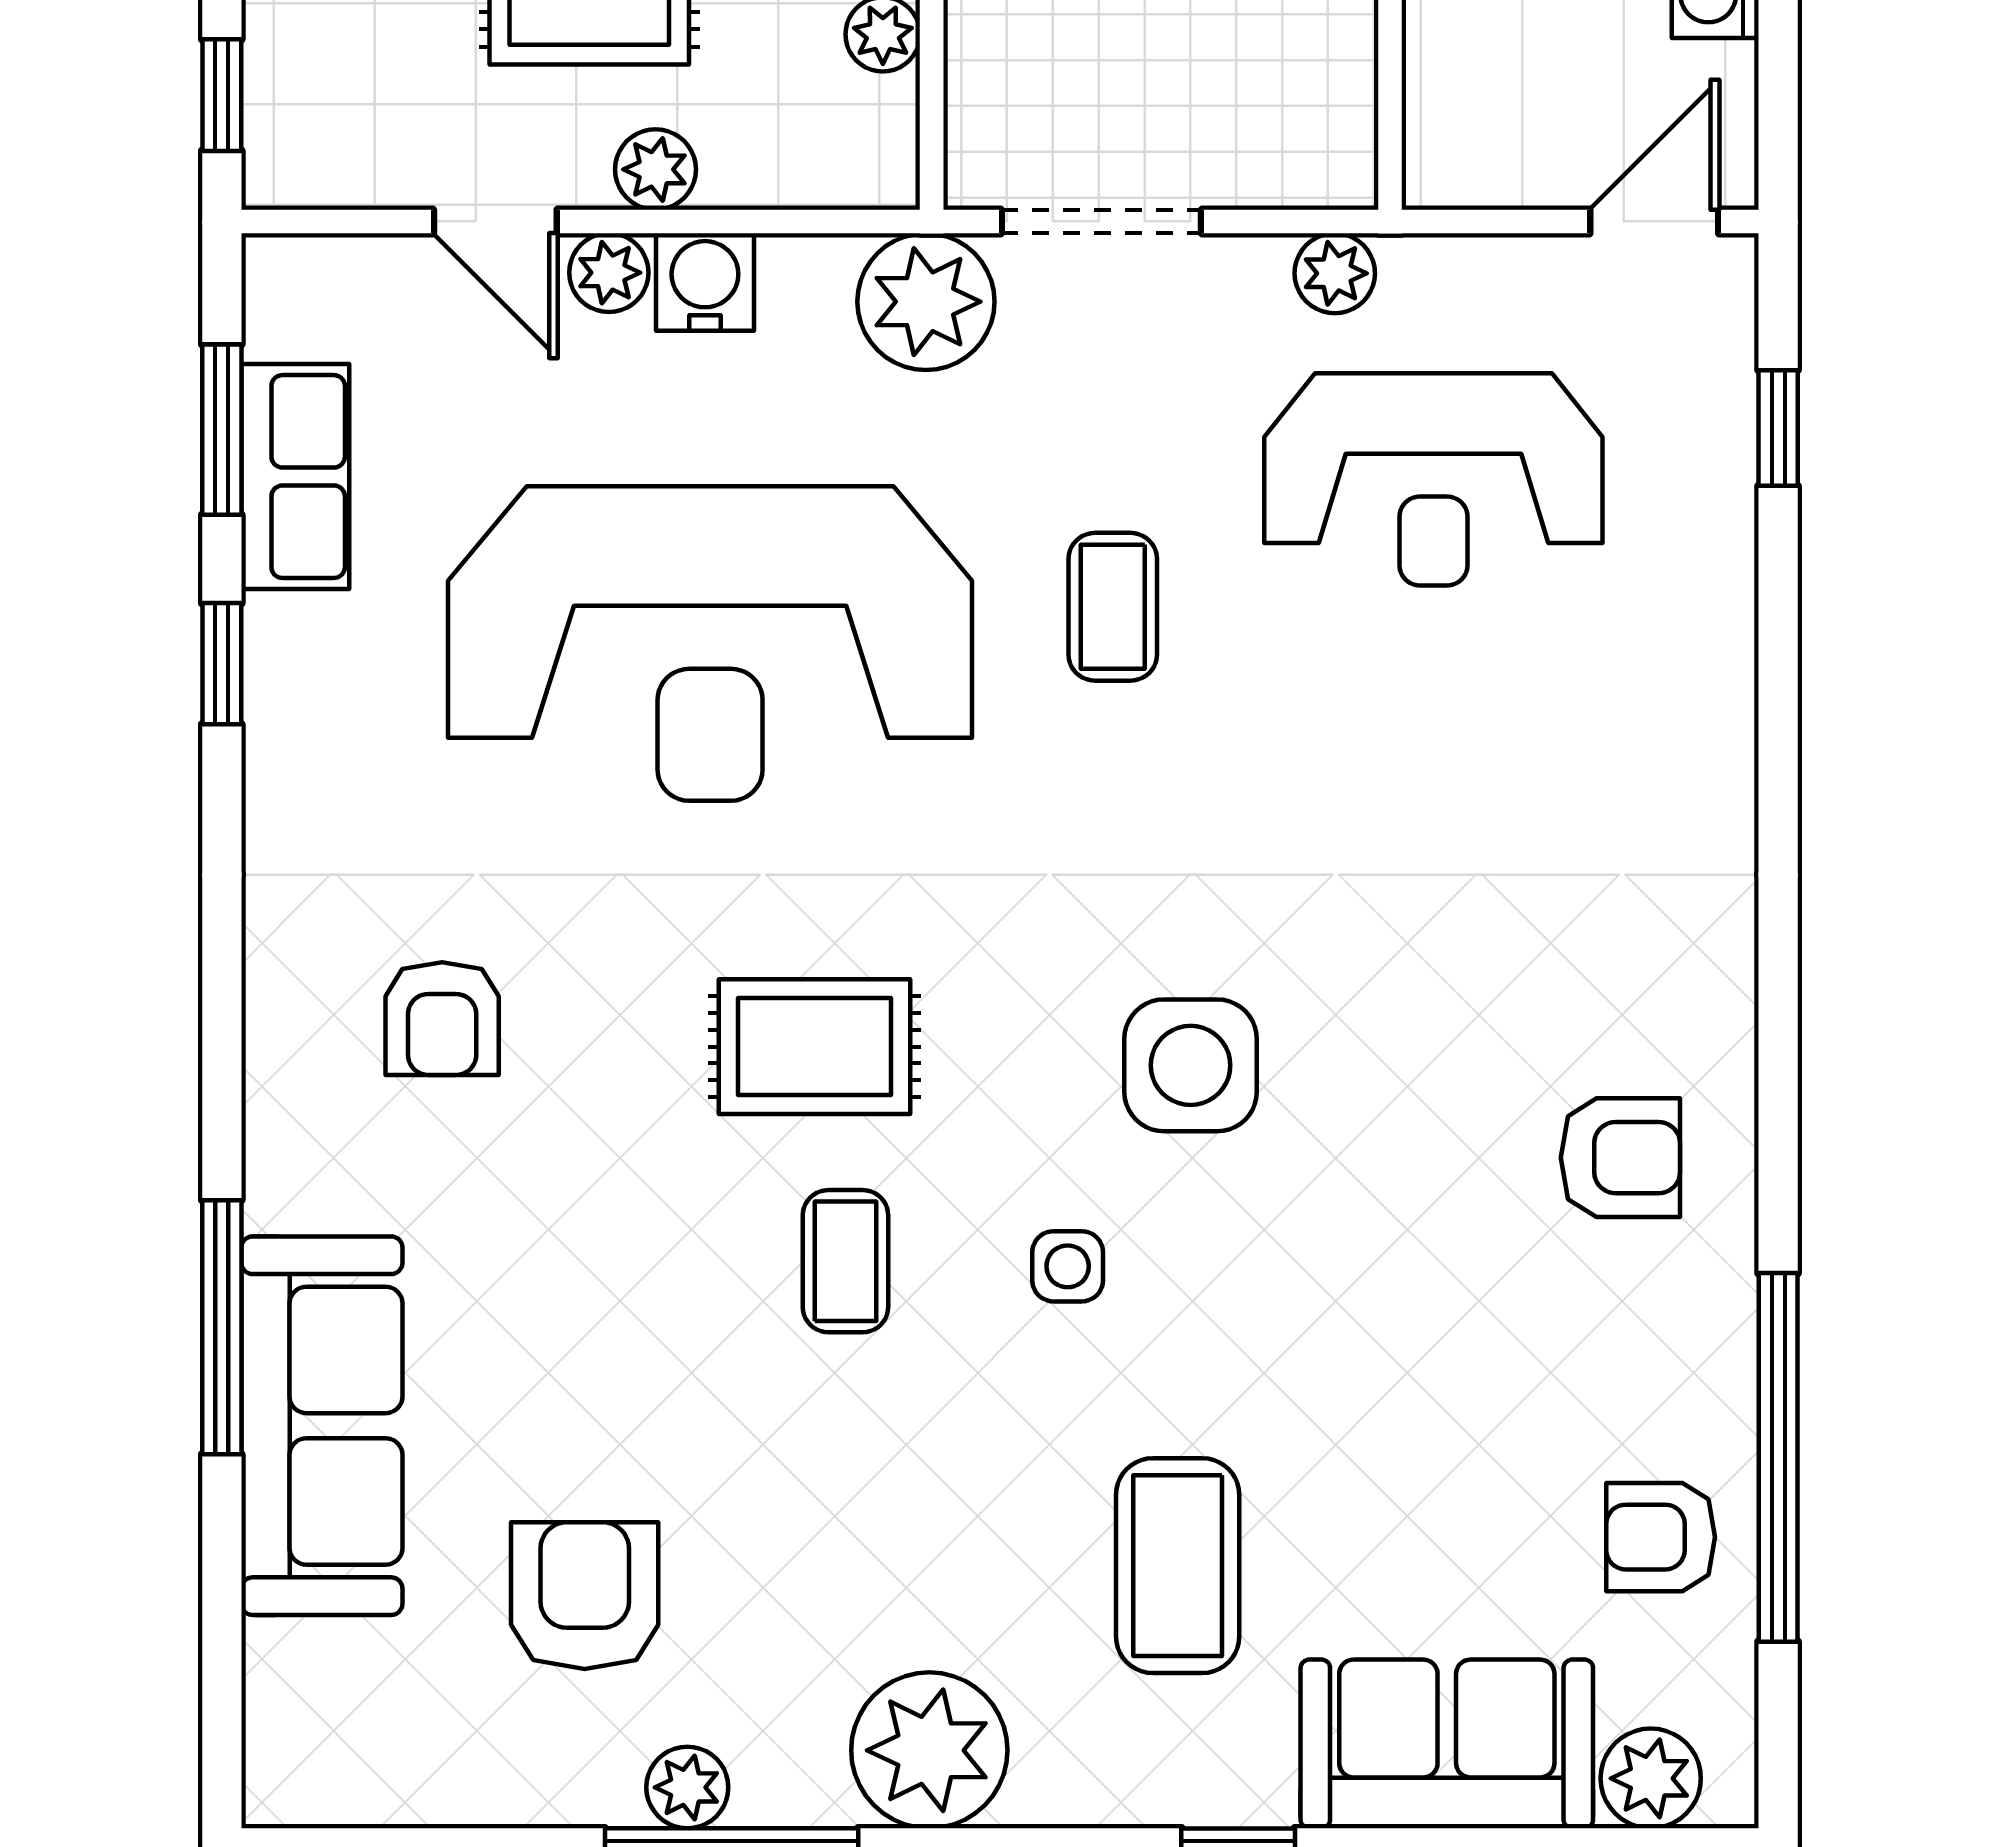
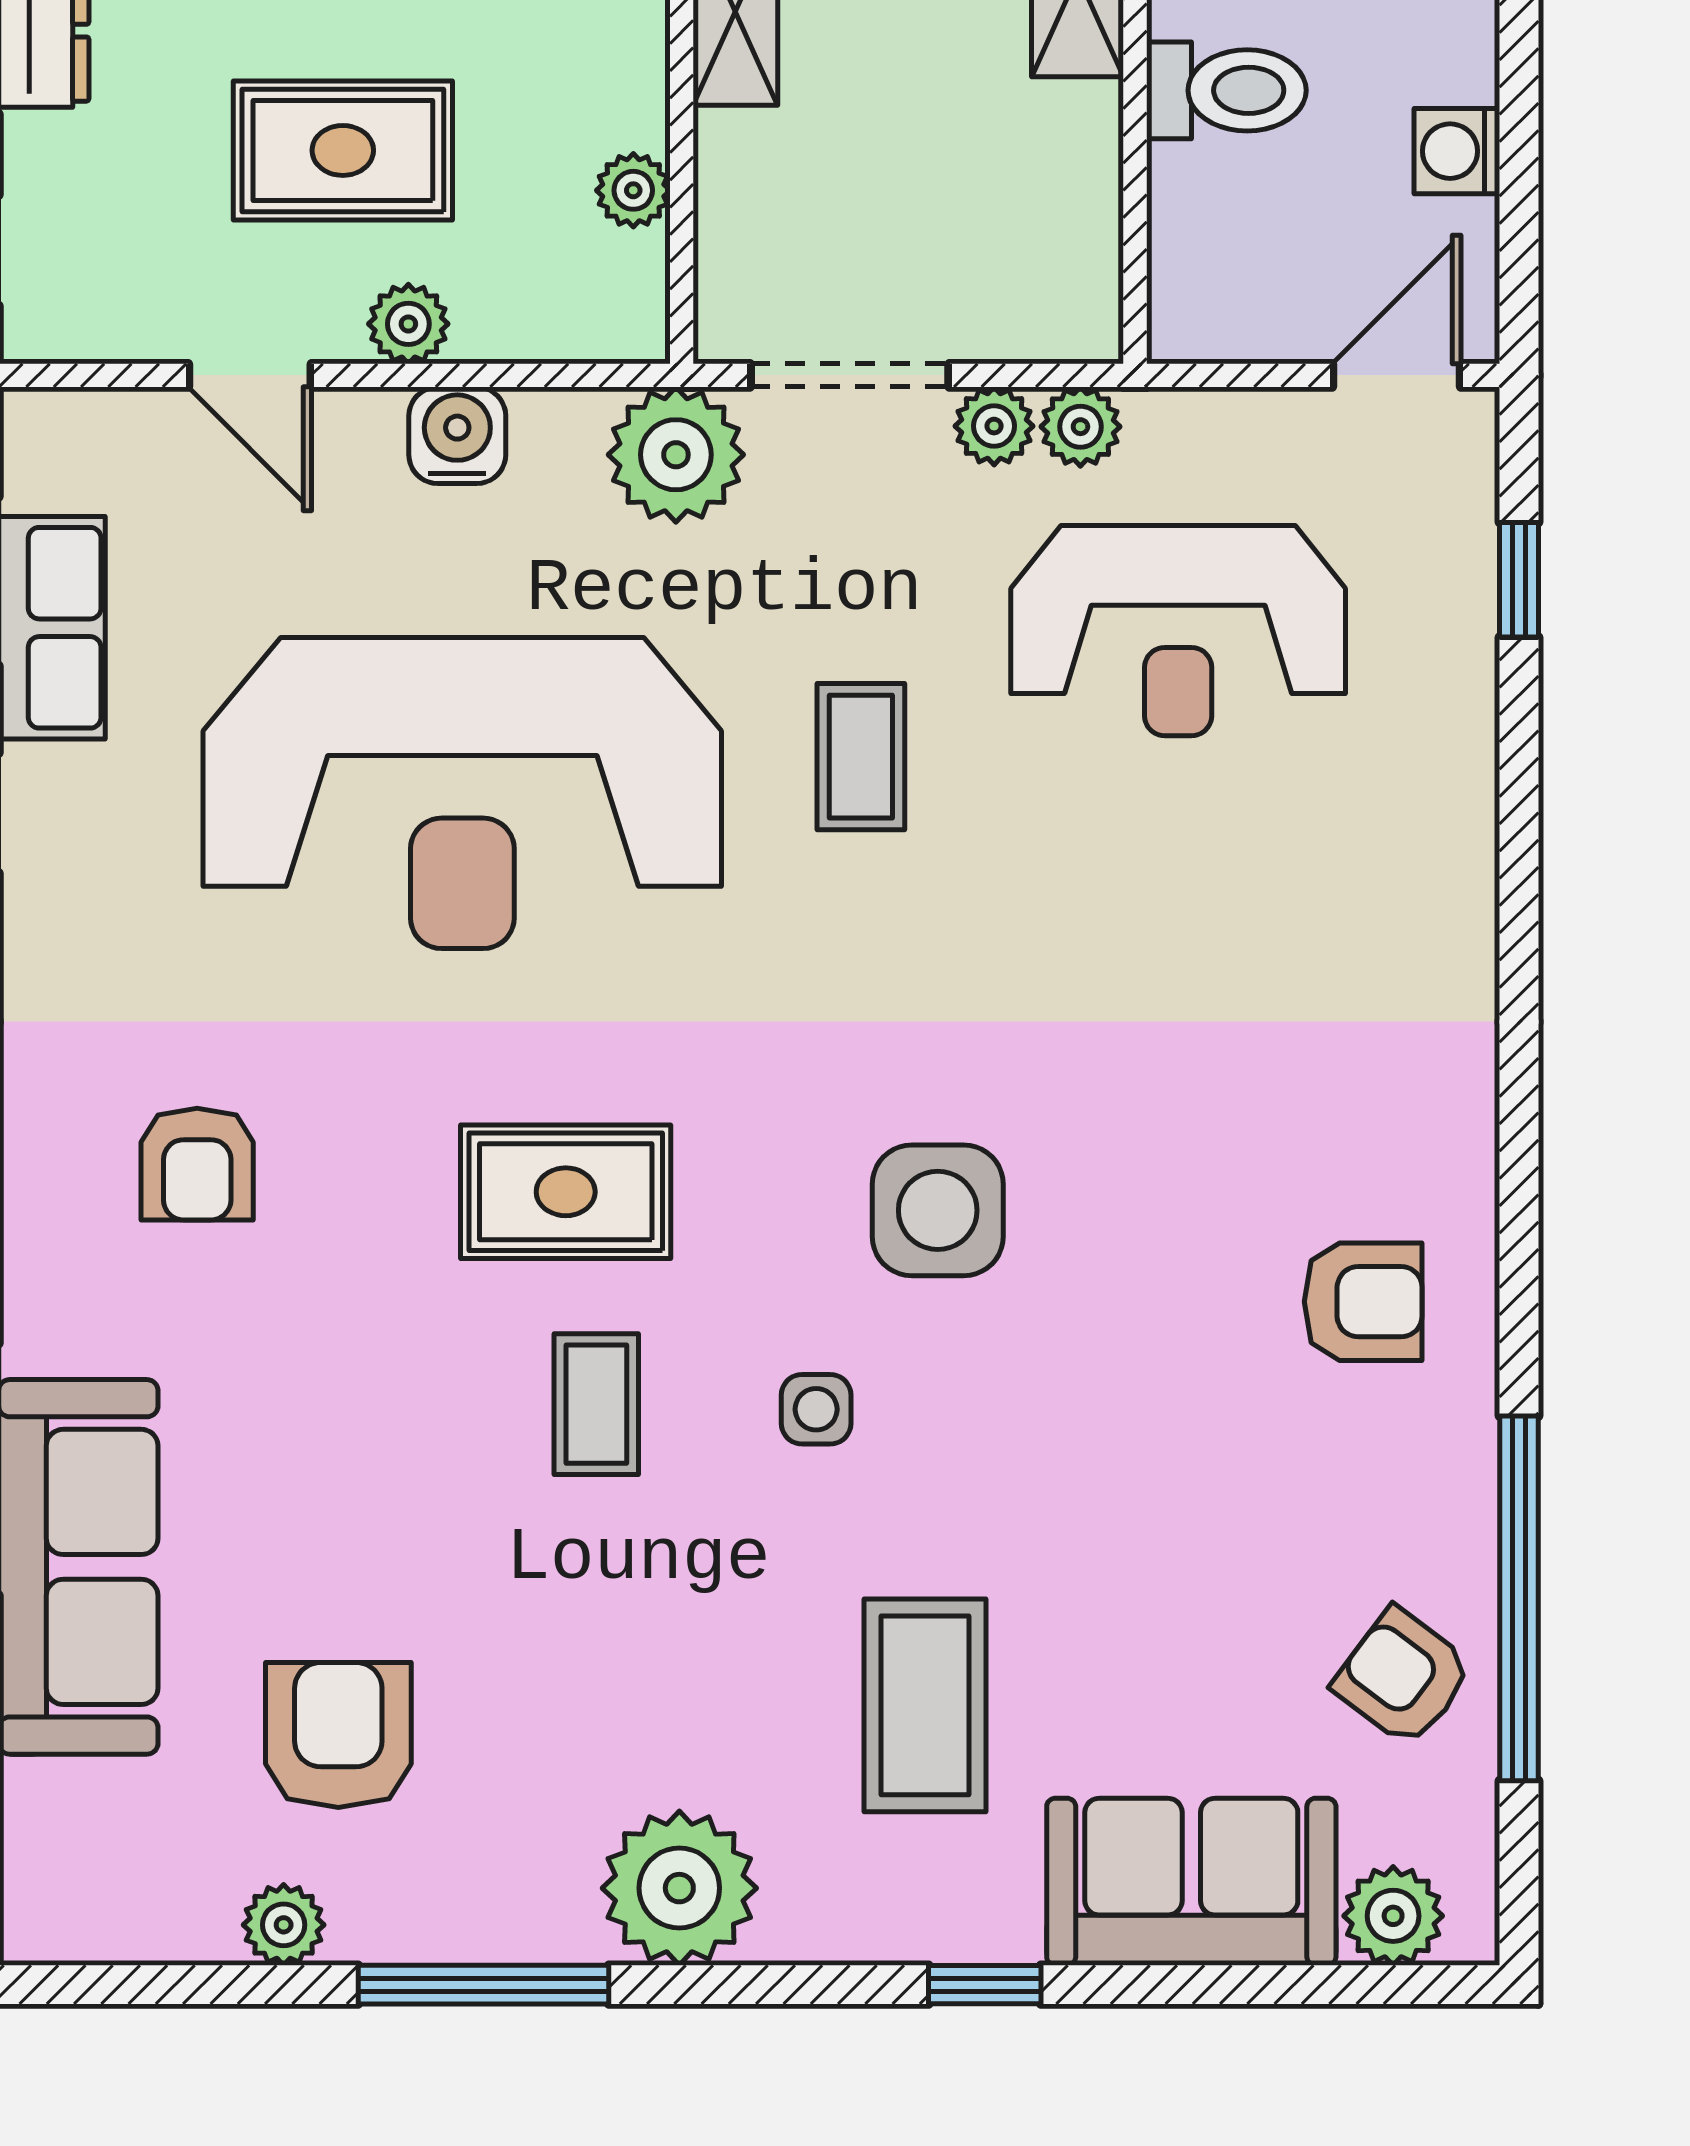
plant: (609, 273) -> (994, 426), moved
armchair: (1661, 1537) -> (1403, 1677), turned 37
plant: (687, 1787) -> (284, 1925), moved

